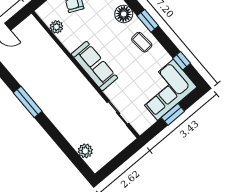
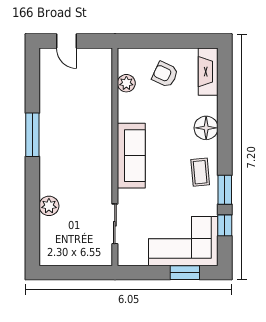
window: (148, 21) -> (225, 190), moved
window: (173, 114) -> (185, 273), moved
plant: (85, 151) -> (49, 206), moved

